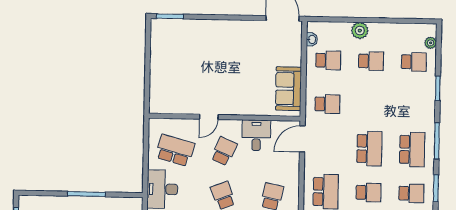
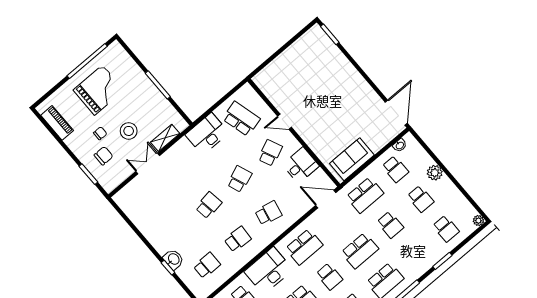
plant: (431, 43) -> (478, 221), moved
school desk: (327, 104) -> (365, 195), width x1.85
school desk: (370, 105) -> (390, 225), added
school desk: (175, 150) -> (241, 119), turned -30
school desk: (224, 151) -> (270, 153), turned -48

